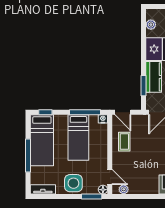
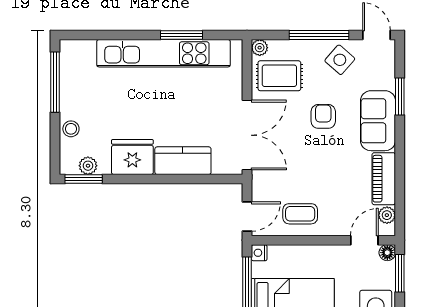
window: (143, 86) -> (84, 179), moved
piano: (144, 188) -> (384, 179), added

